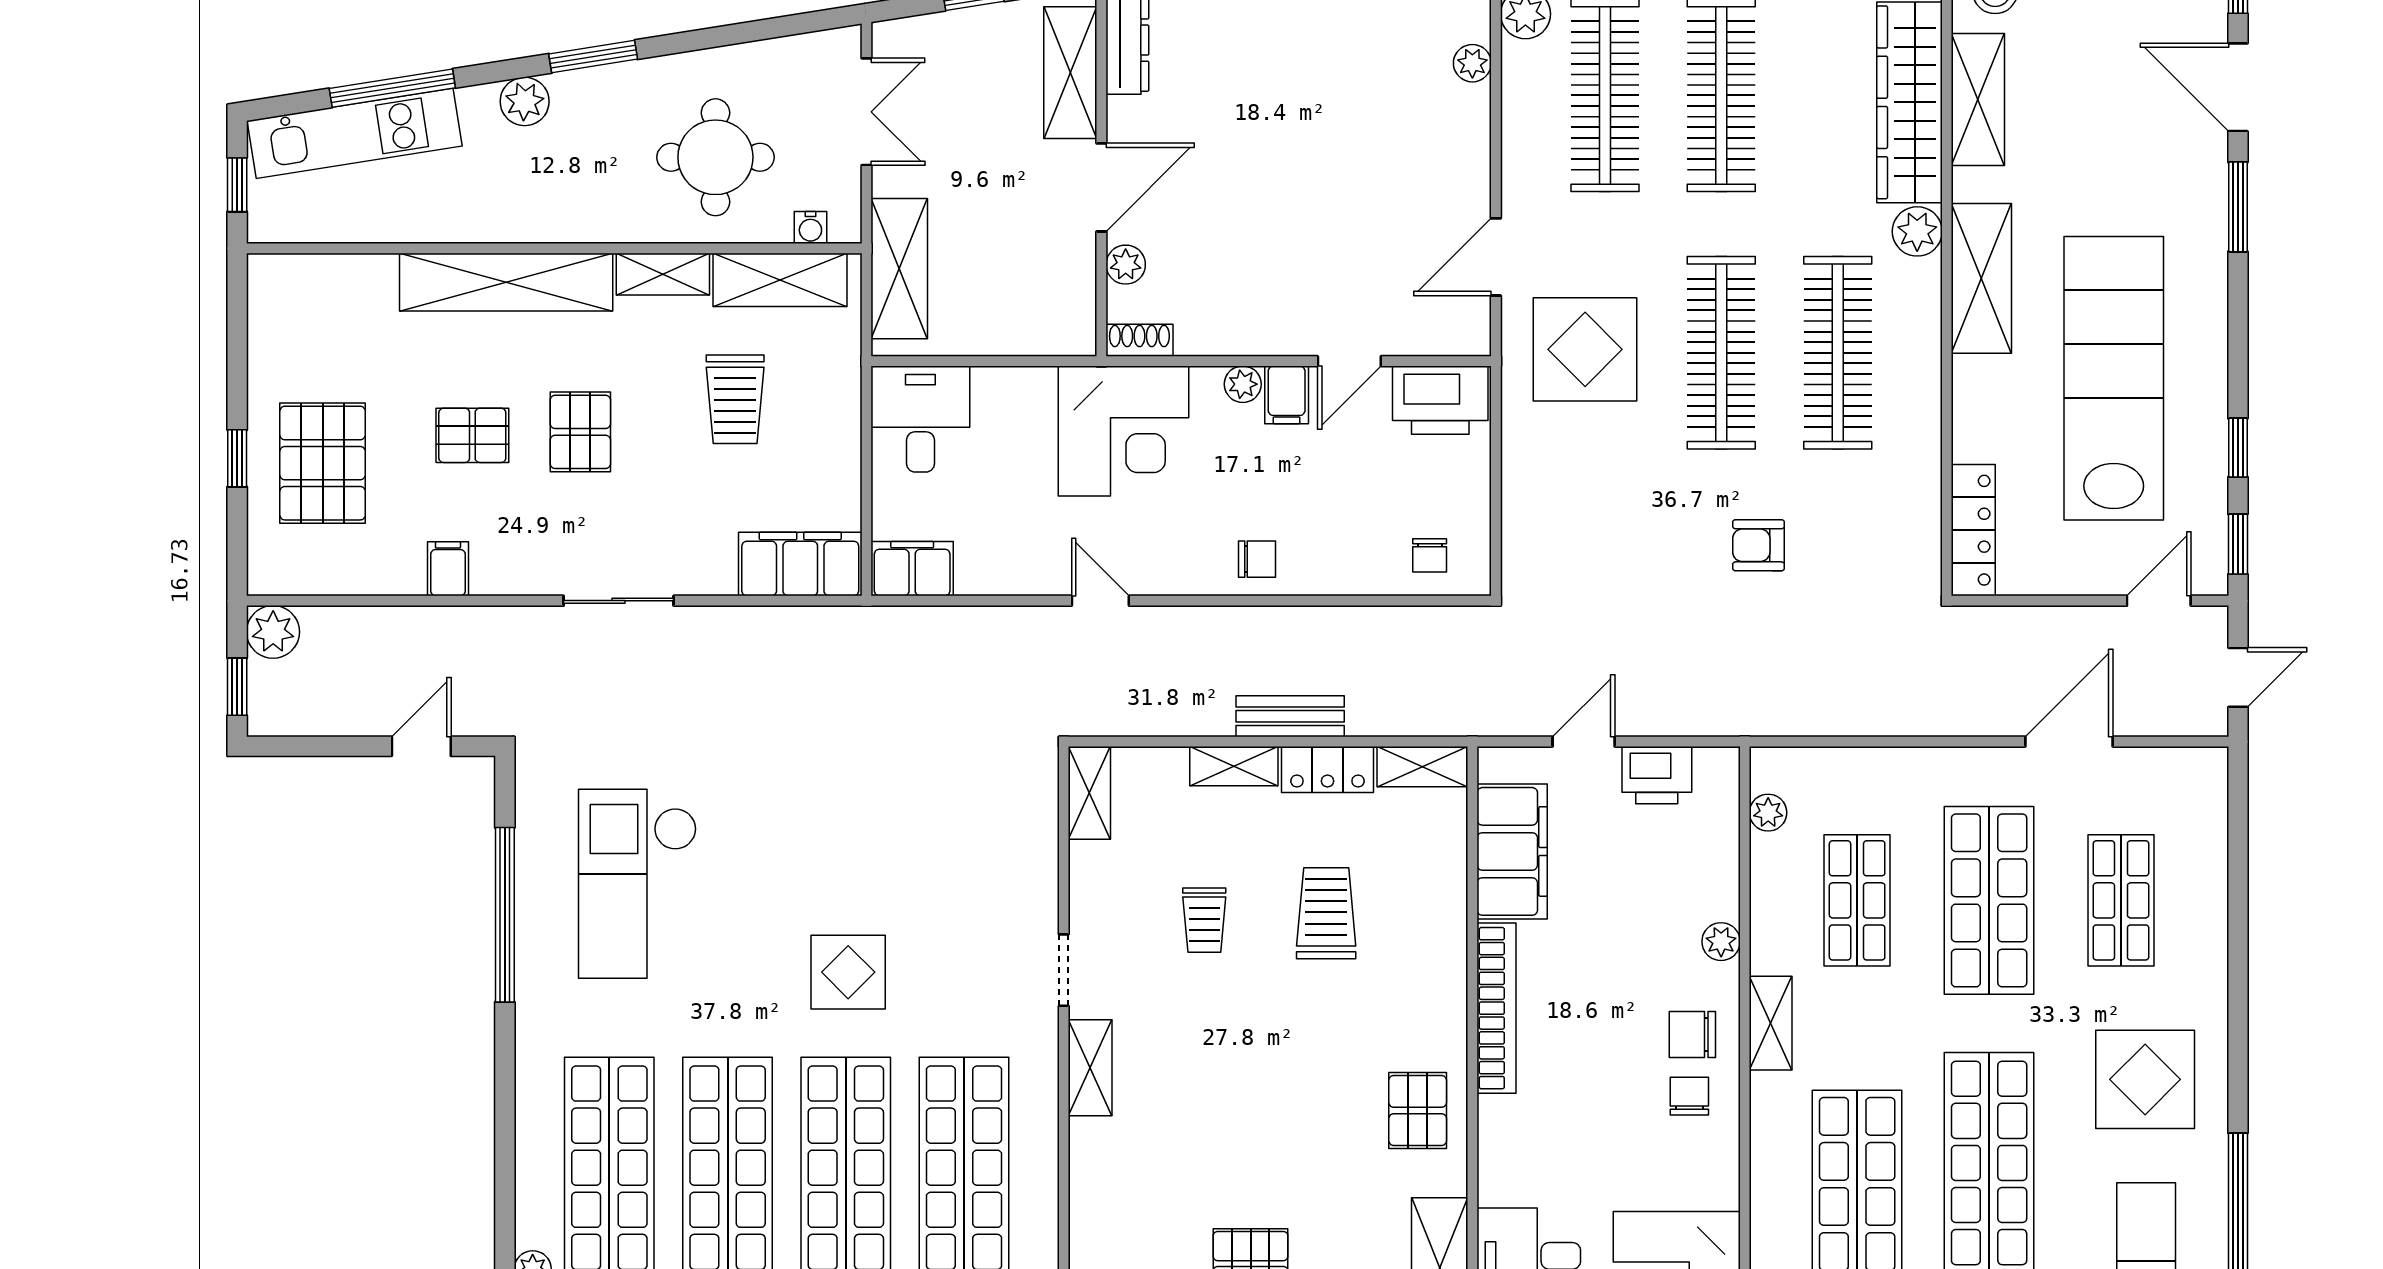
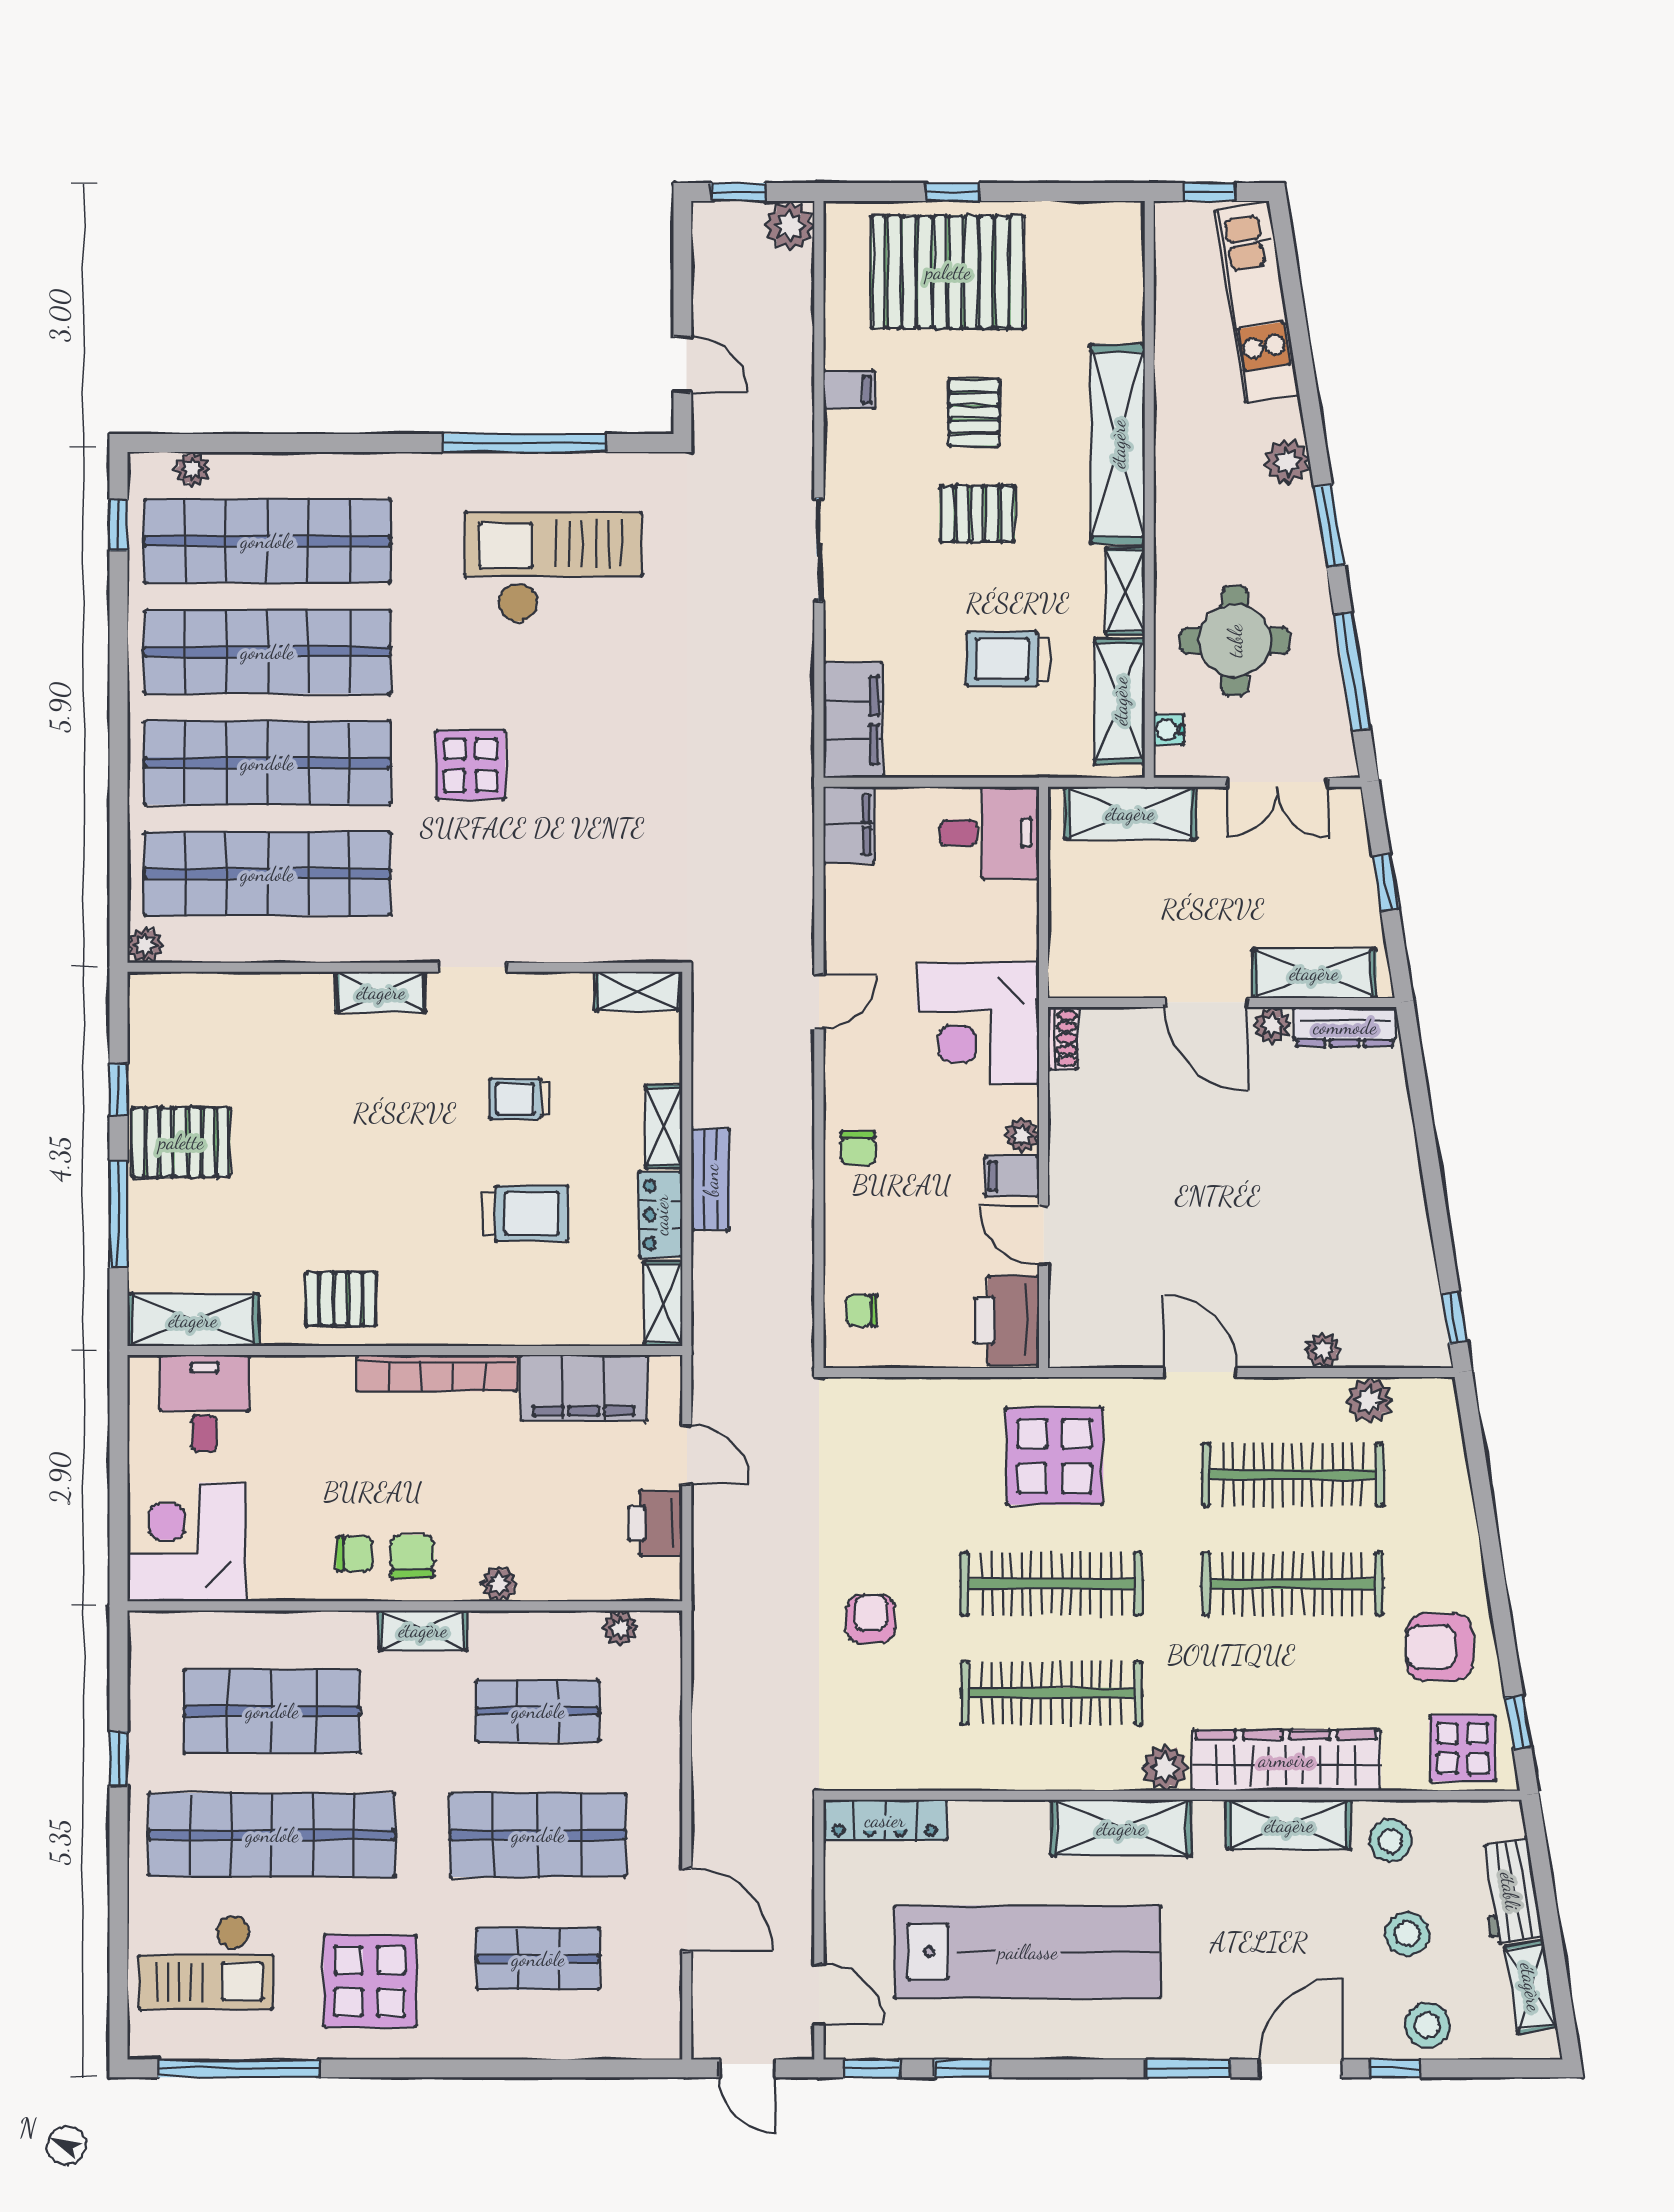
window: (392, 88) -> (1352, 671), moved
door: (1496, 257) -> (1200, 1372), moved
plant: (1126, 265) -> (1272, 1025), moved
pallet: (323, 463) -> (948, 272), width x1.37, depth x1.41

